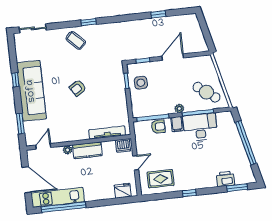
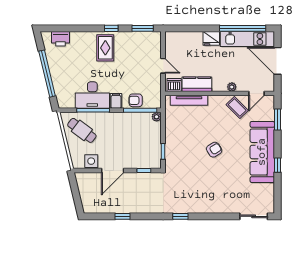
window: (89, 22) -> (180, 216), moved
coffee table: (76, 40) -> (237, 107), moved
side table: (141, 83) -> (91, 161), moved
plant: (179, 108) -> (157, 117), moved
kitchen counter: (87, 150) -> (197, 84), moved
door: (136, 163) -> (163, 66), swing flipped
rug: (161, 179) -> (105, 48), moved, turned 90
printer: (225, 179) -> (60, 39), moved
window: (237, 188) -> (143, 28), moved
fridge: (123, 191) -> (211, 38), moved

